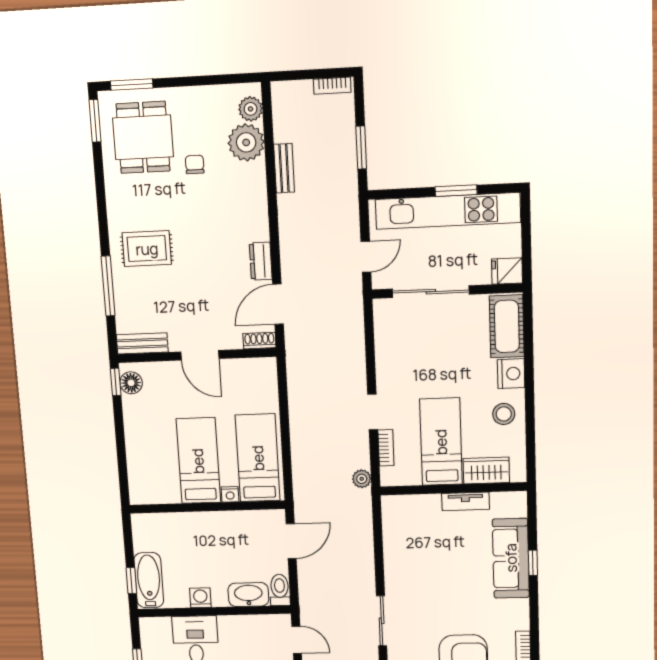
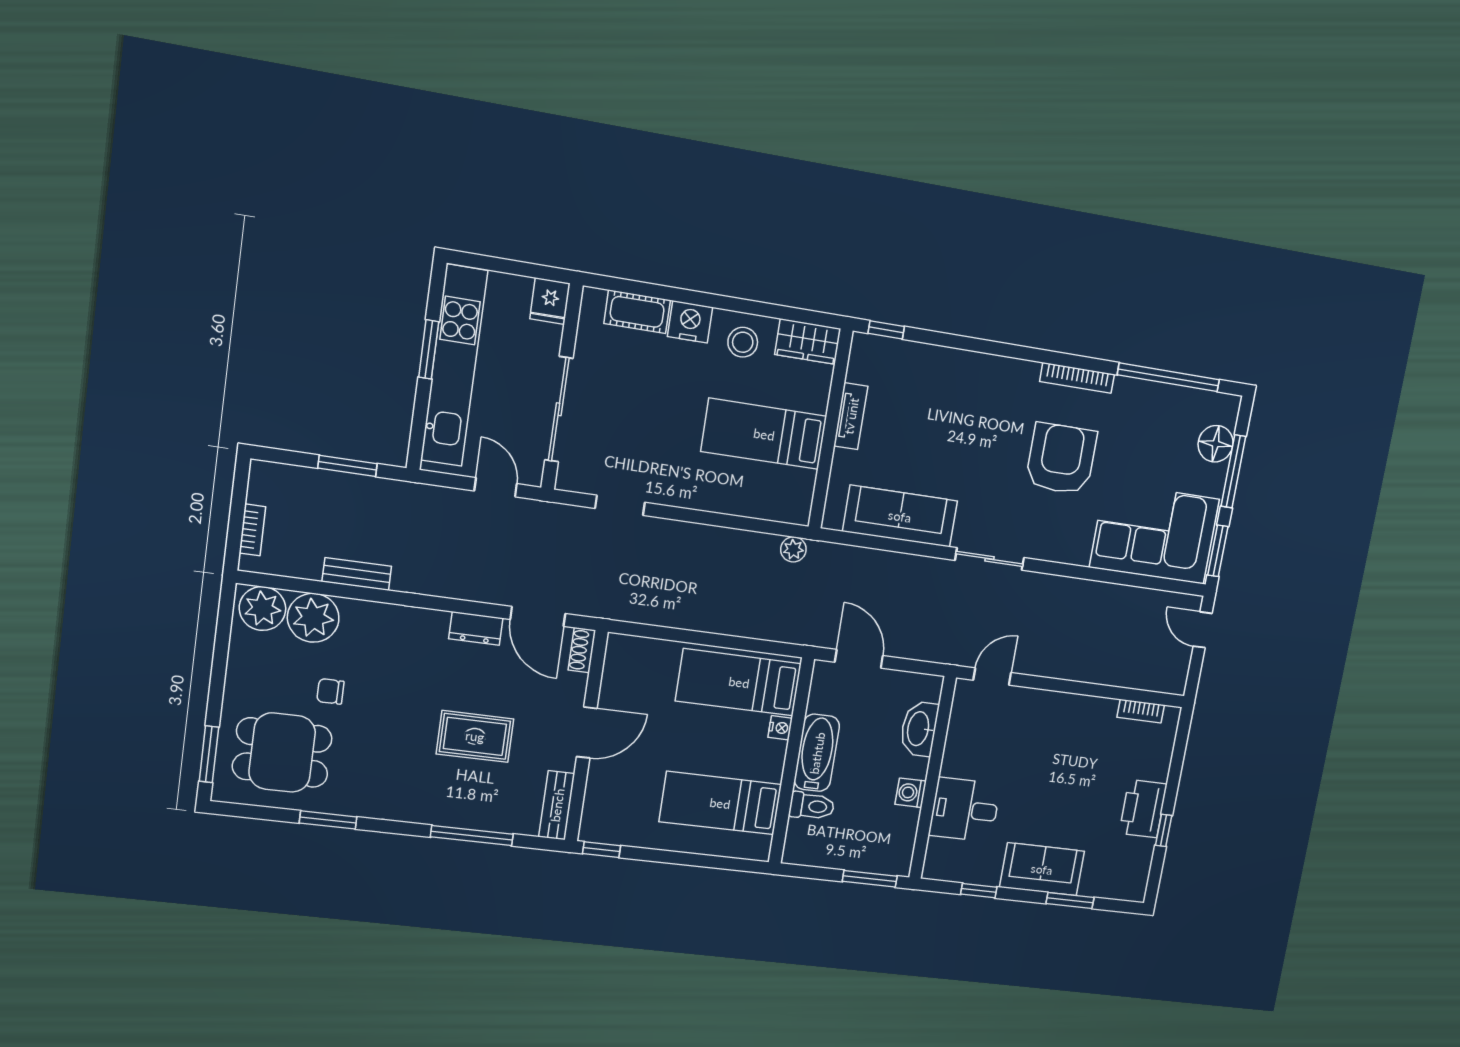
bookcase: (332, 86) -> (252, 530), moved
plant: (251, 109) -> (262, 609), width x1.36, depth x1.36
window: (95, 121) -> (328, 820), moved
rug: (147, 249) -> (475, 736), moved, turned 90
cot: (507, 326) -> (637, 312), width x0.73, depth x0.75
floor lamp: (131, 383) -> (606, 830), removed
doorway: (373, 412) -> (620, 505), moved
bookcase: (386, 448) -> (758, 509), removed
bed: (198, 461) -> (720, 803), moved
wardrobe: (486, 470) -> (808, 342), moved, turned -90
sofa: (511, 558) -> (900, 516), moved, turned 180
window: (533, 563) -> (886, 330), moved
bathtub: (149, 580) -> (817, 753), moved, turned 90
window: (131, 581) -> (870, 879), width x1.50
toilet: (280, 590) -> (812, 806), moved, turned 180

